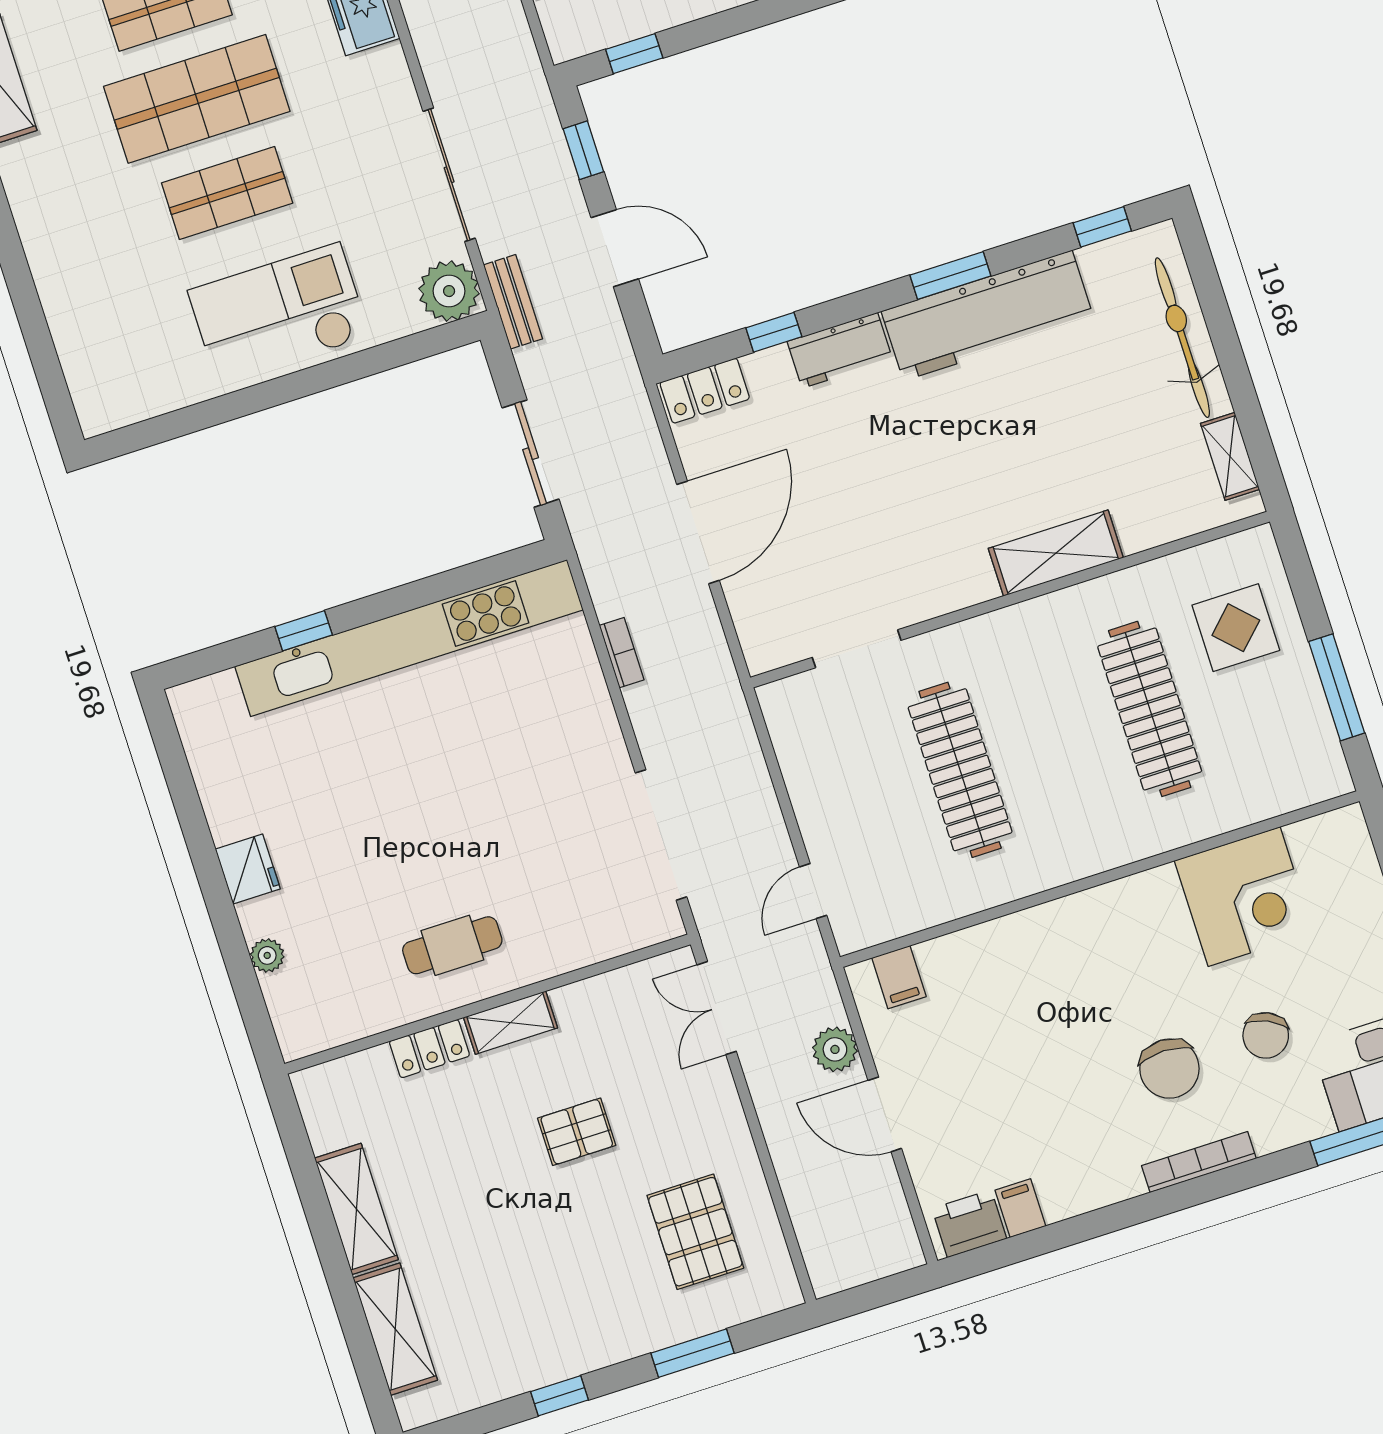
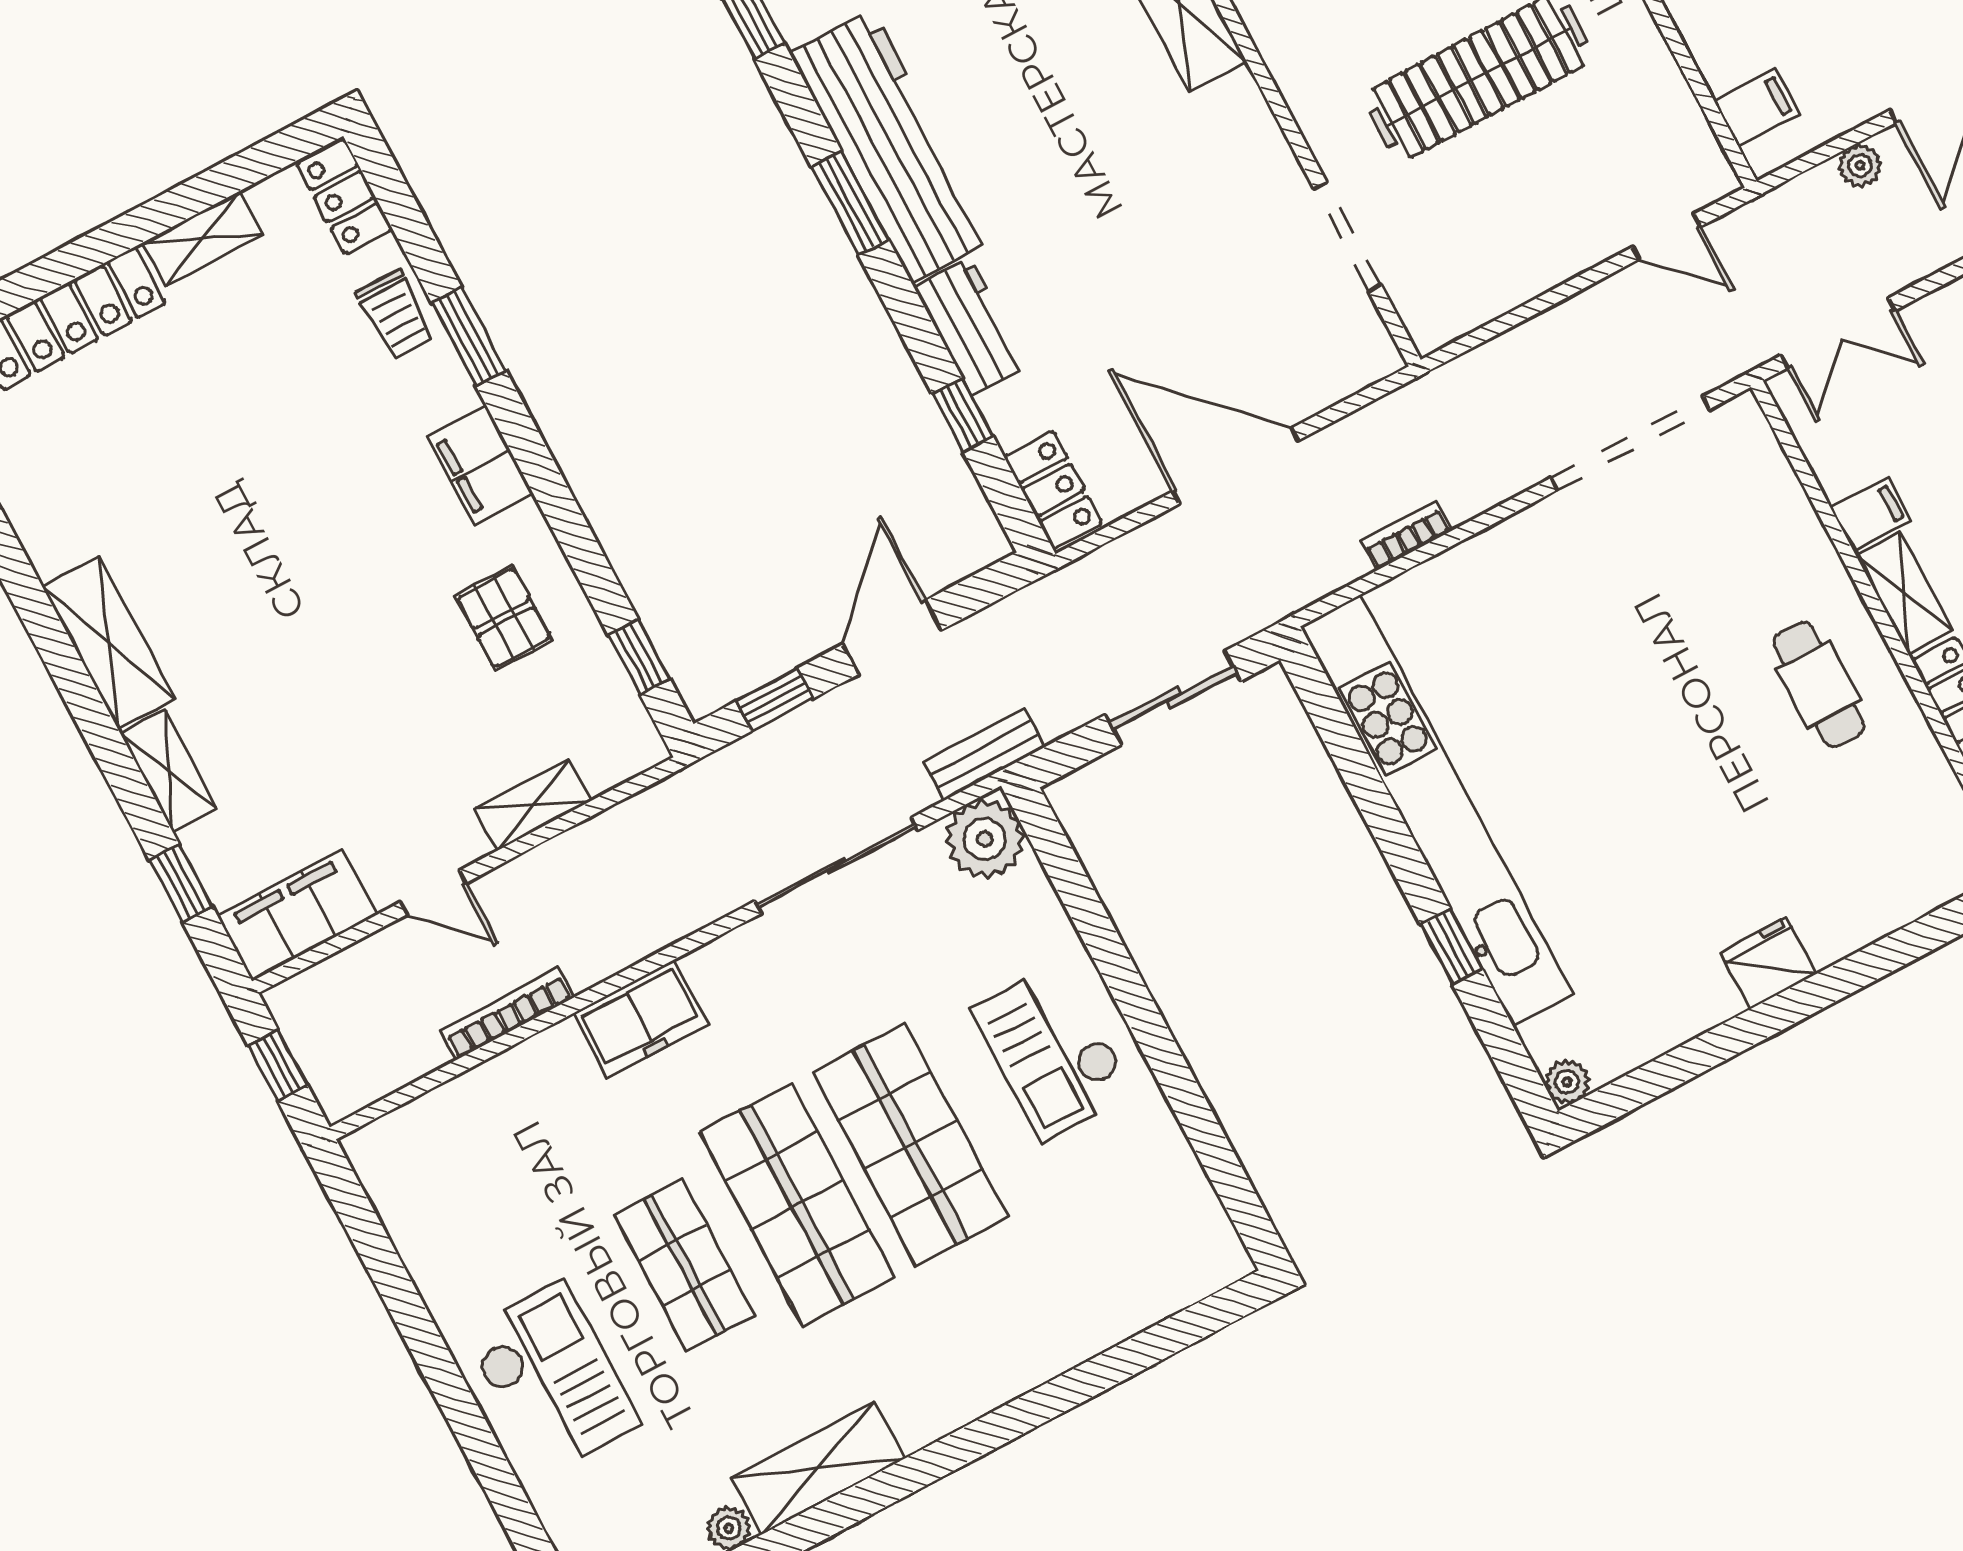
shop shelf: (227, 193) -> (911, 1145), width x1.43, depth x1.36
checkout: (279, 314) -> (1053, 1051), width x0.73, depth x0.83
plant: (267, 955) -> (1567, 1082), moved
filing cabinet: (575, 1008) -> (1871, 514), added
plant: (835, 1049) -> (1860, 165), width x0.73, depth x0.73

